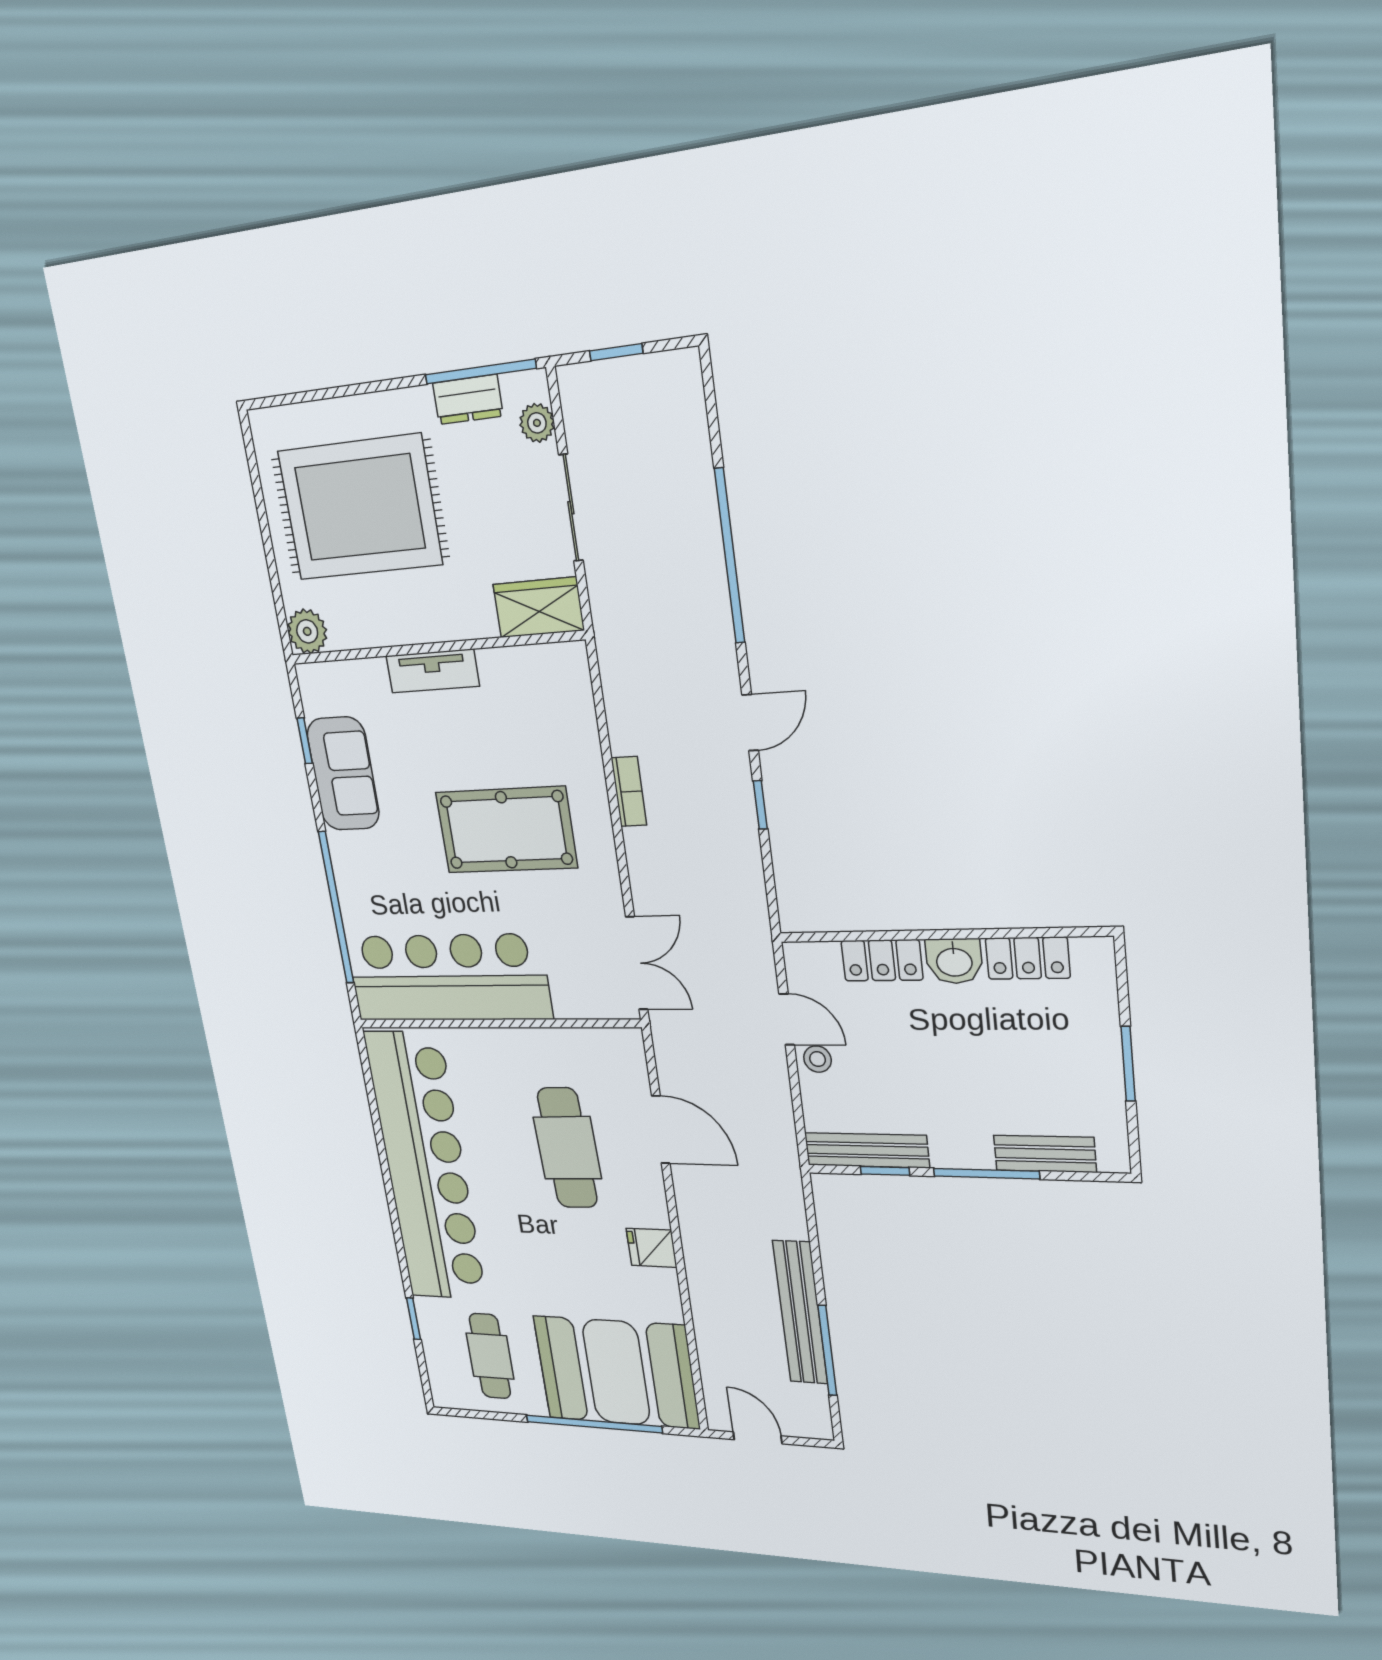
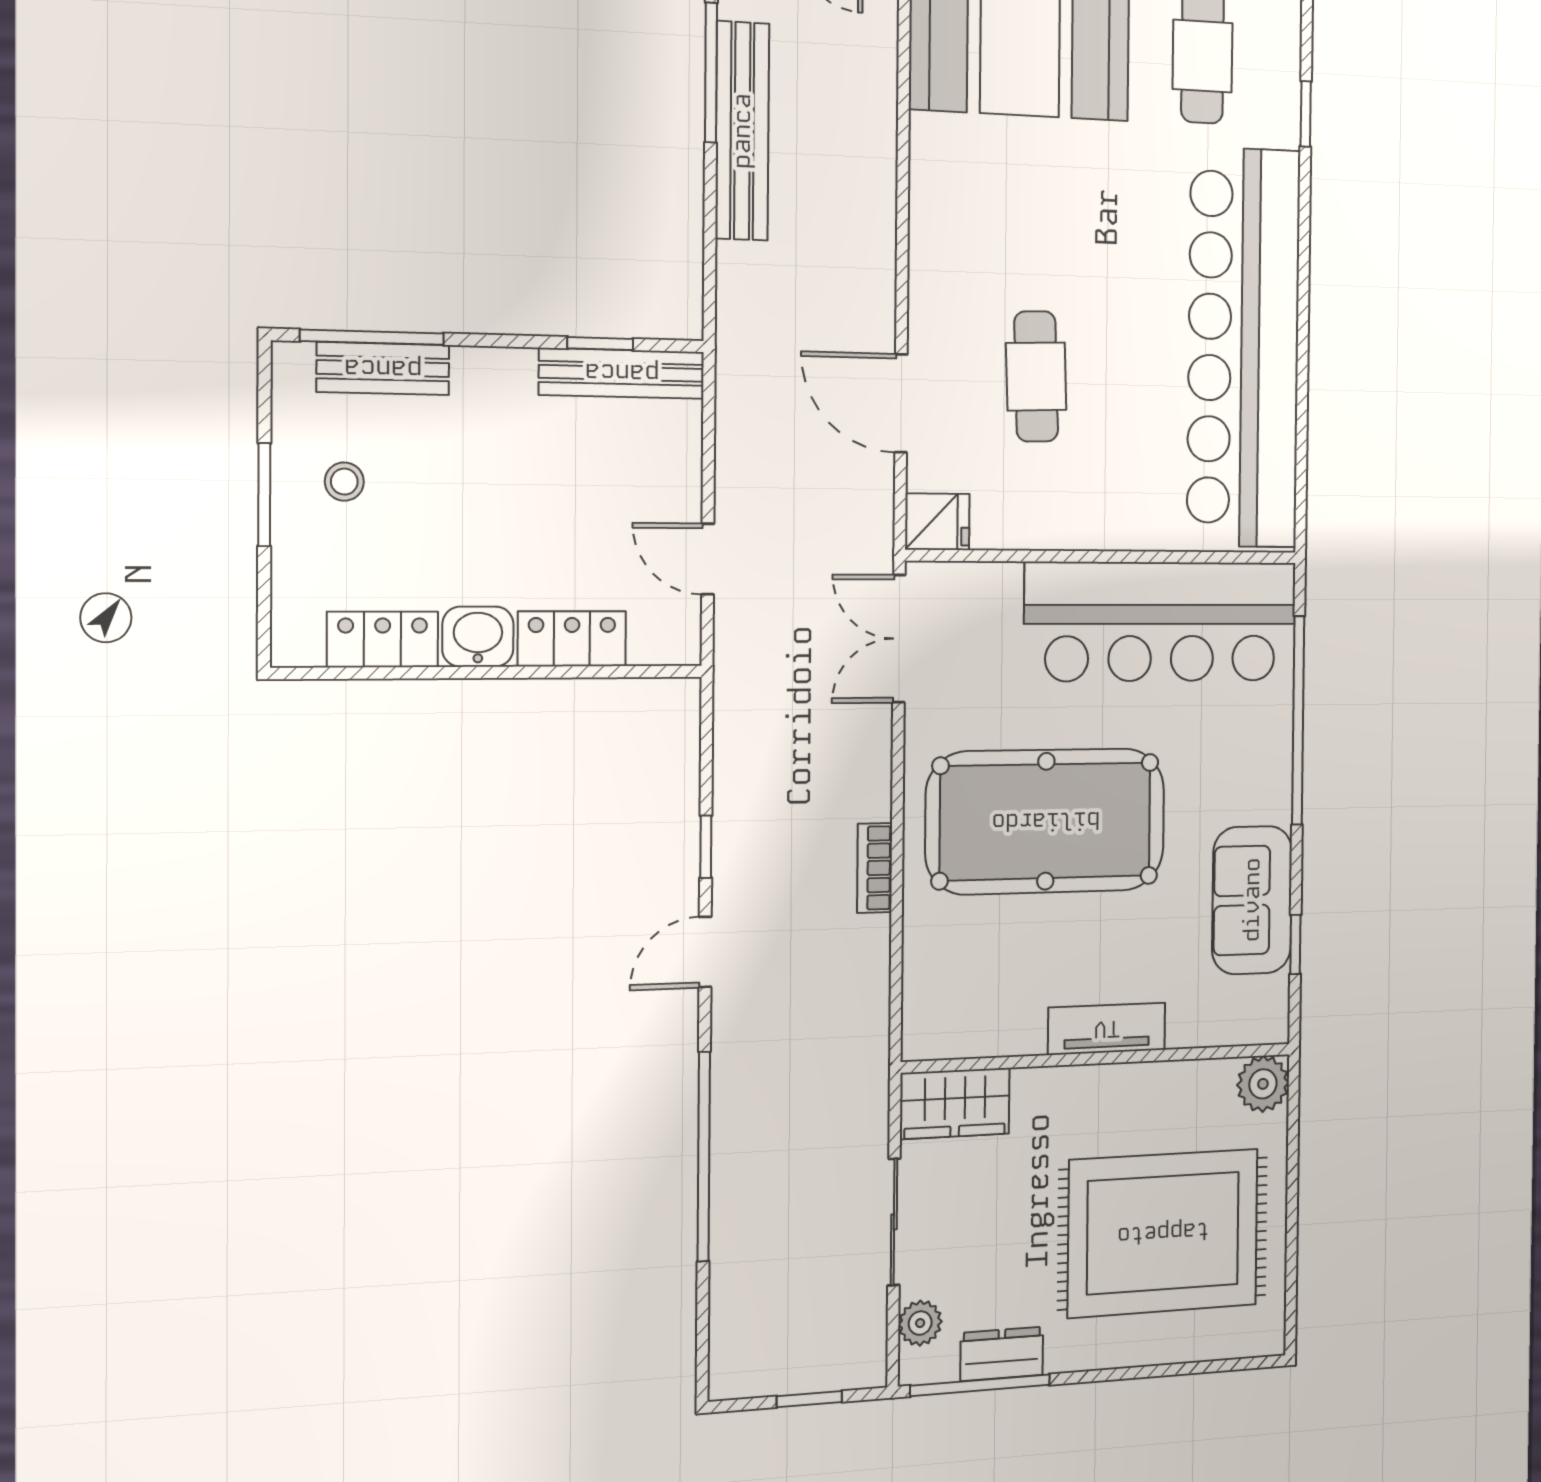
pool table: (506, 830) -> (1046, 821), width x1.36, depth x1.32
stool: (818, 1059) -> (344, 482), moved
cafe table: (567, 1148) -> (1036, 376), width x0.73, depth x0.74
window: (986, 1174) -> (372, 337), moved
fridge: (651, 1248) -> (937, 522), moved

